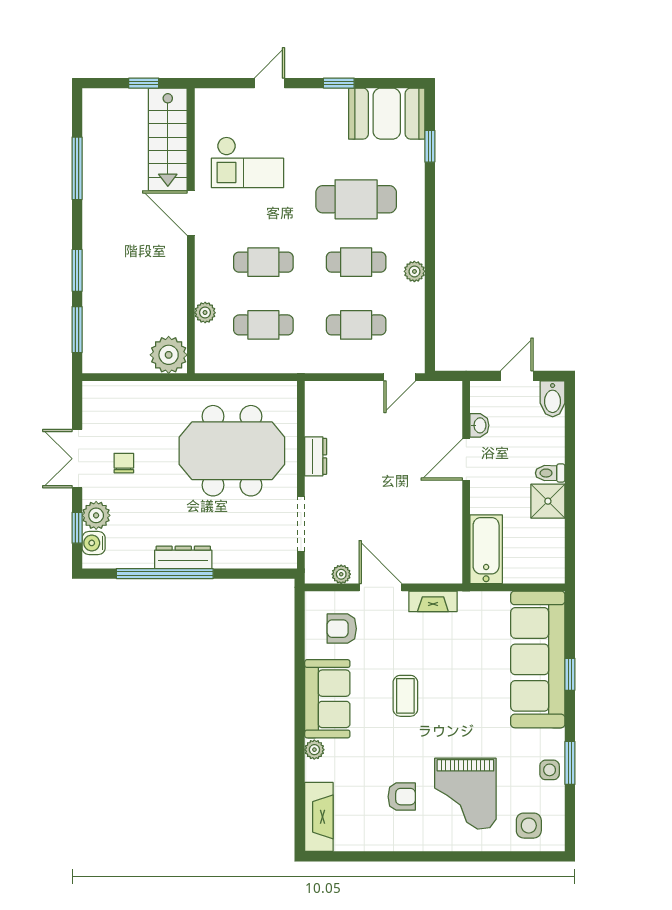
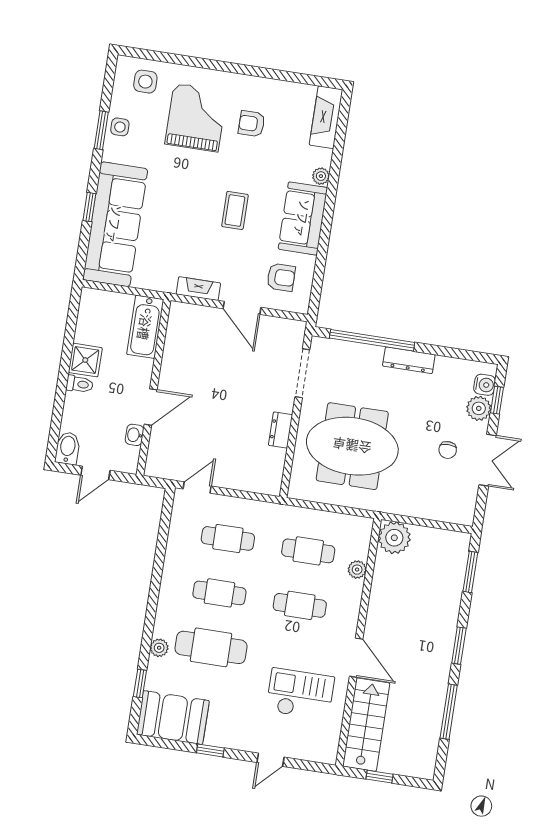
window: (77, 270) -> (459, 646), moved
plant: (414, 271) -> (159, 648), moved
window: (165, 574) -> (372, 340), moved
plant: (341, 574) -> (274, 324), removed

